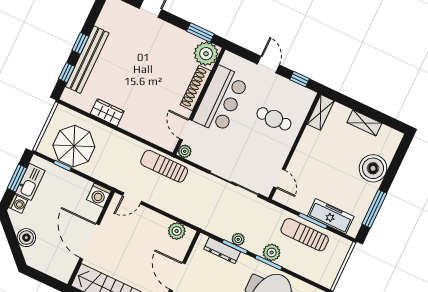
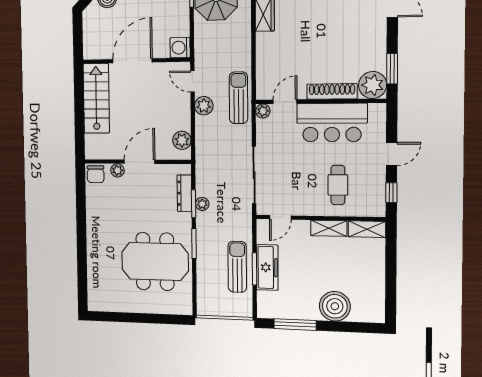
shelving: (364, 123) -> (329, 228), moved, turned 90
freezer: (331, 216) -> (267, 267), moved
plant: (272, 252) -> (204, 106), moved

